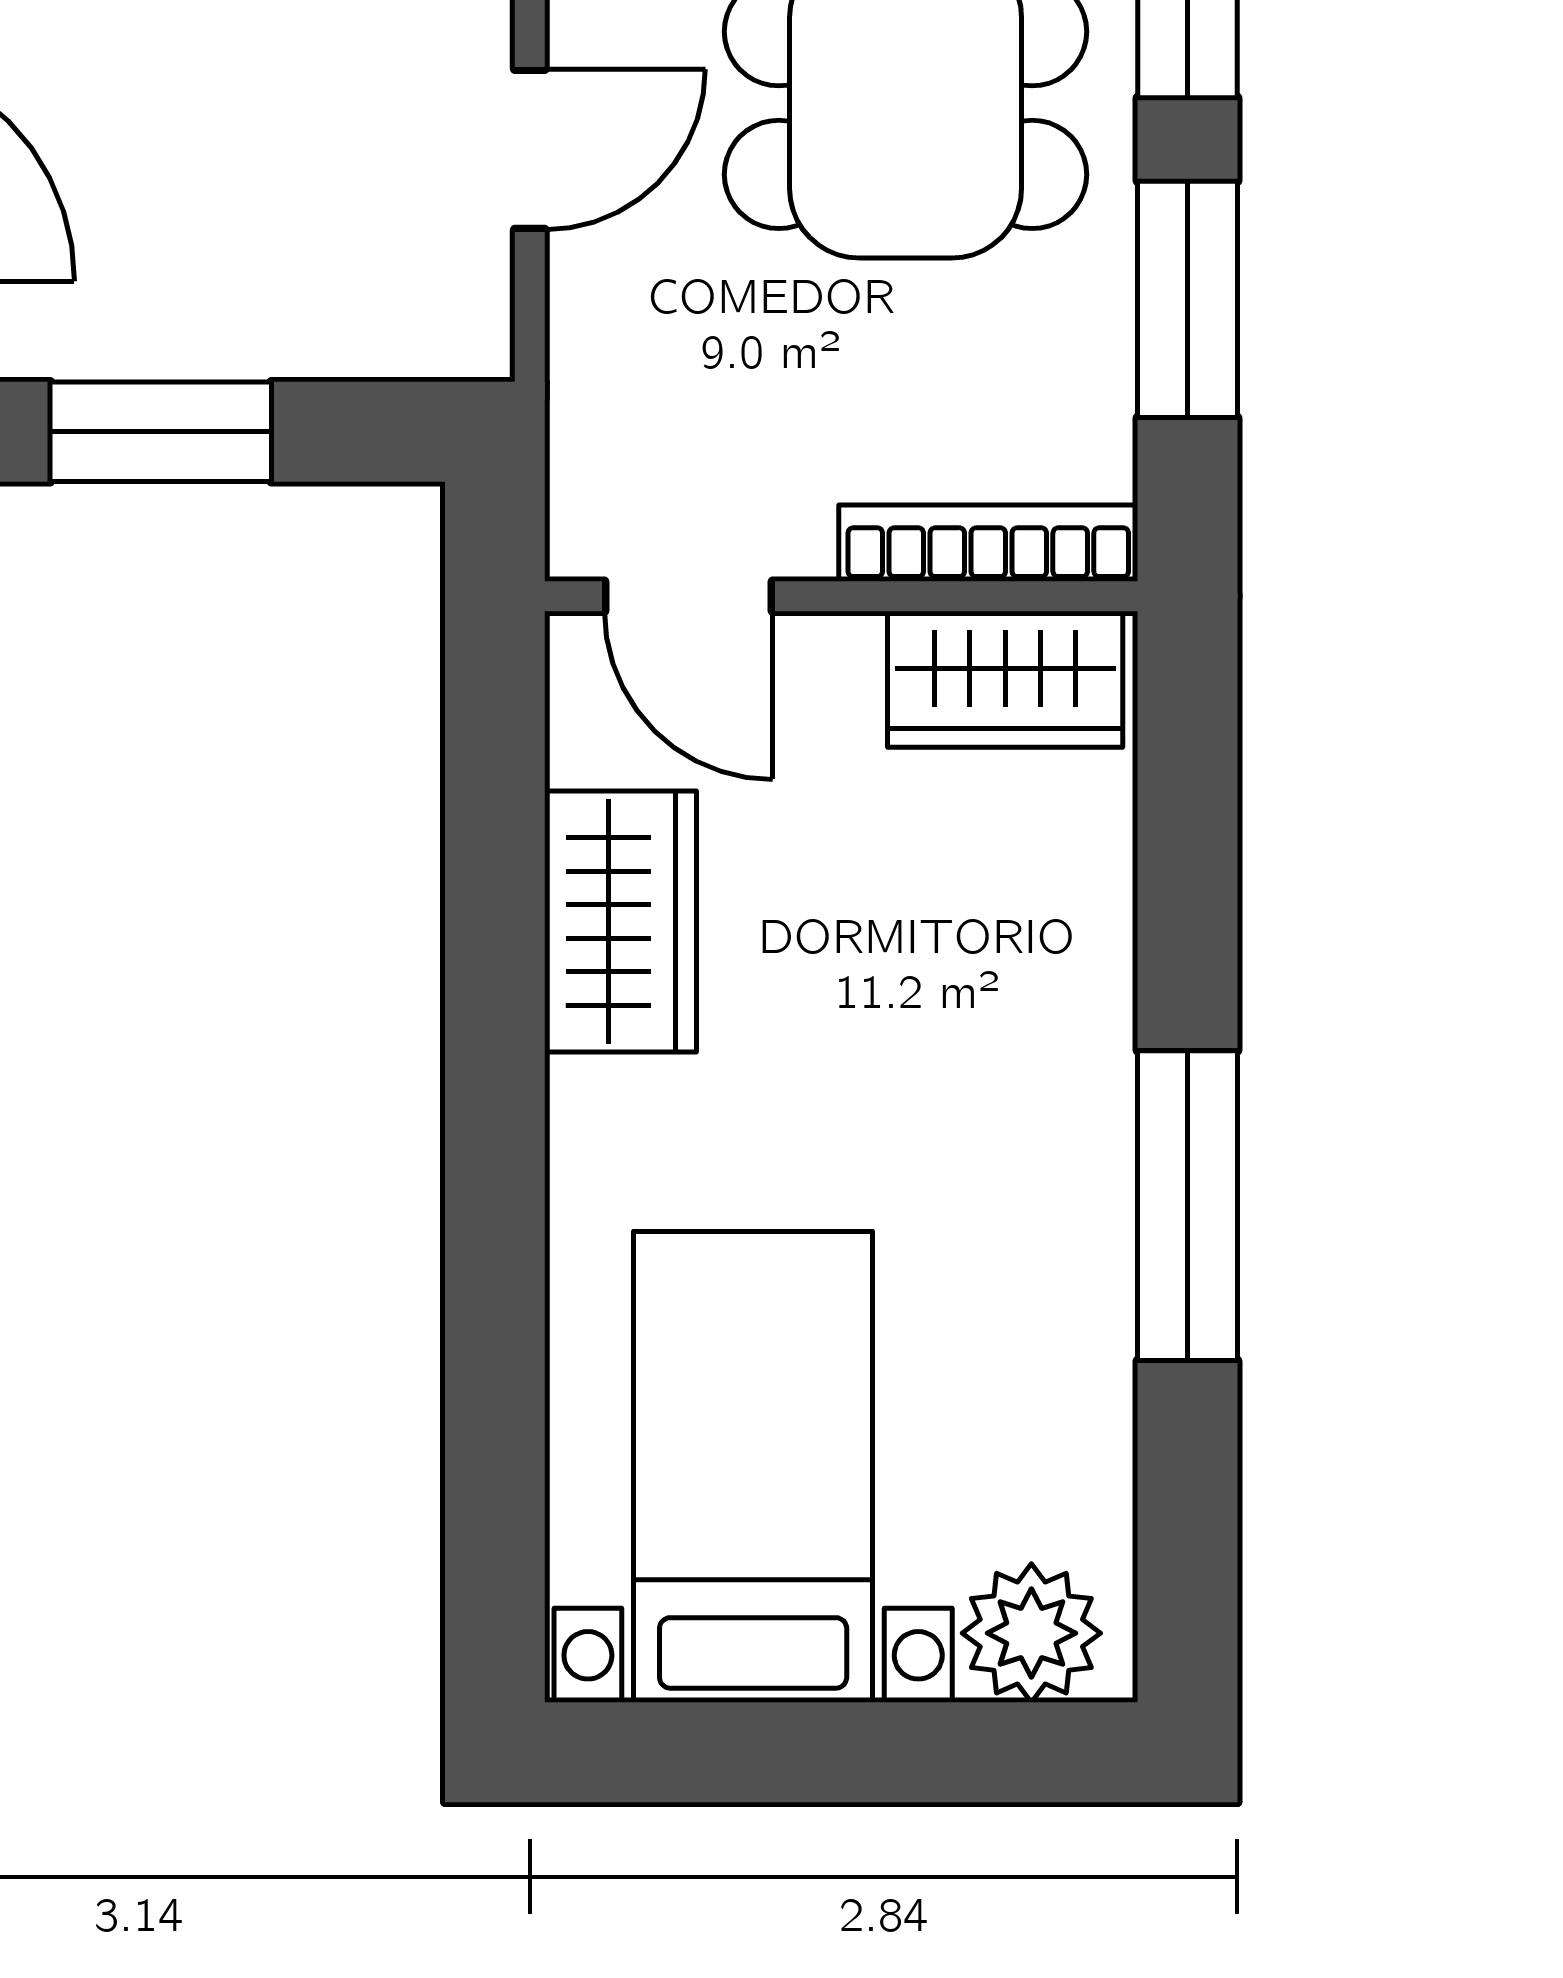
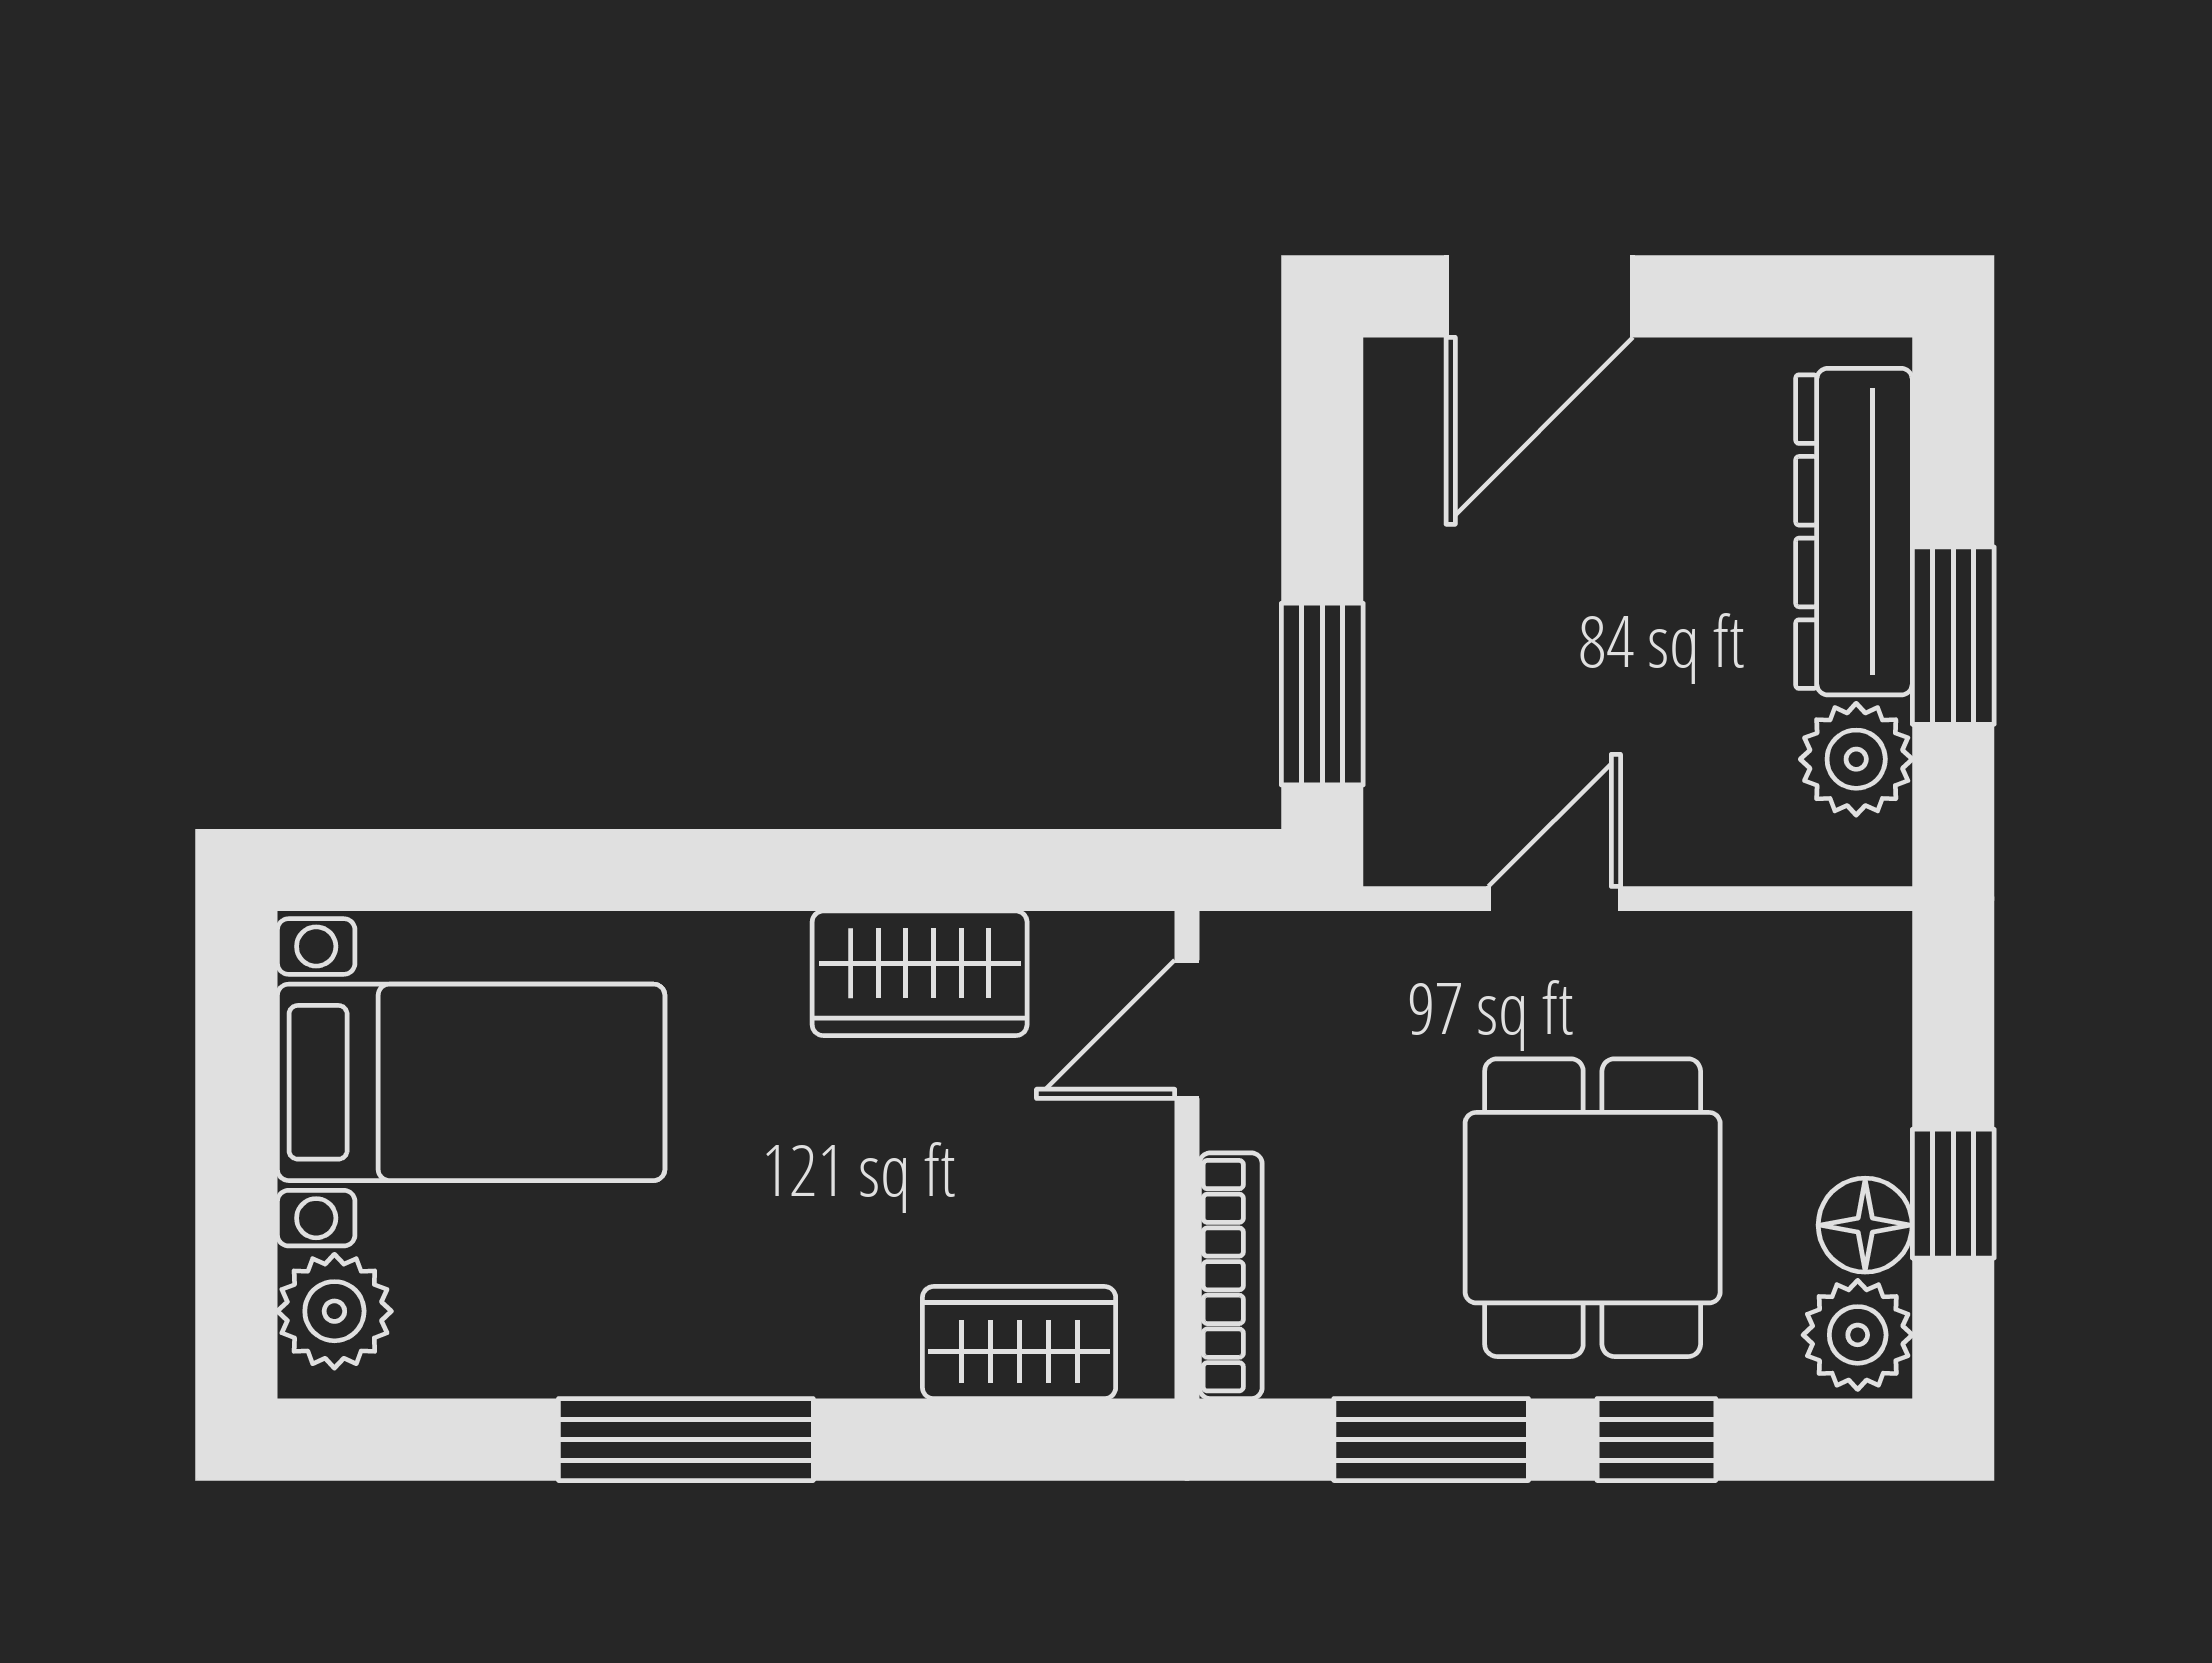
door: (530, 149) -> (1555, 899), swing flipped
window: (161, 432) -> (1322, 694), moved
wardrobe: (1005, 679) -> (1019, 1343), moved, turned 90

